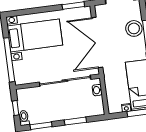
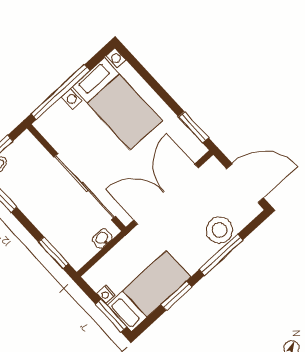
window: (75, 121) -> (53, 253), moved

